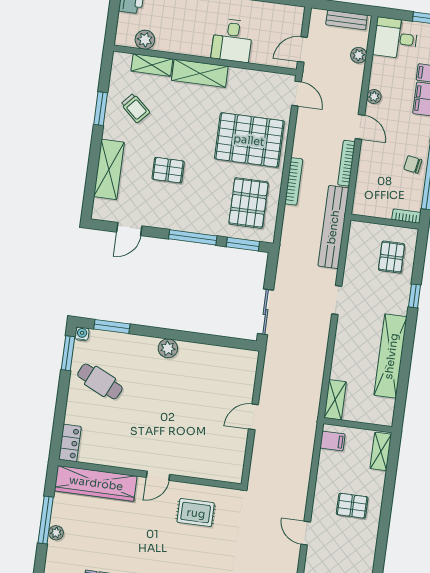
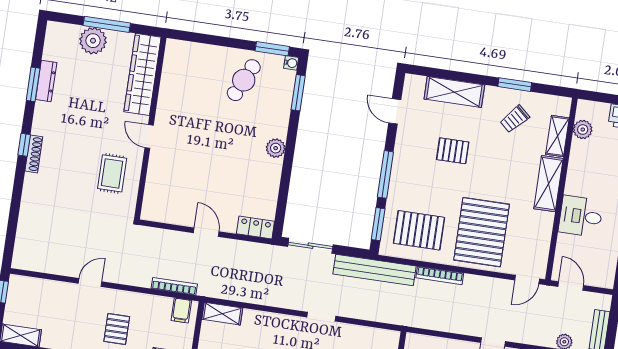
bookcase: (346, 163) -> (174, 286), moved
pallet: (168, 170) -> (453, 151), turned 90
bench: (333, 227) -> (375, 270), moved
locker: (70, 443) -> (255, 227), moved, turned 180
plant: (56, 533) -> (93, 41), width x1.87, depth x1.87

